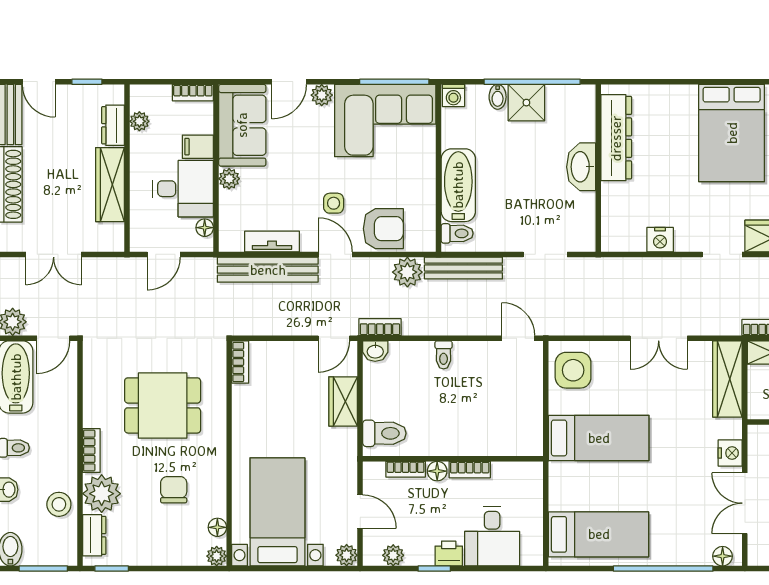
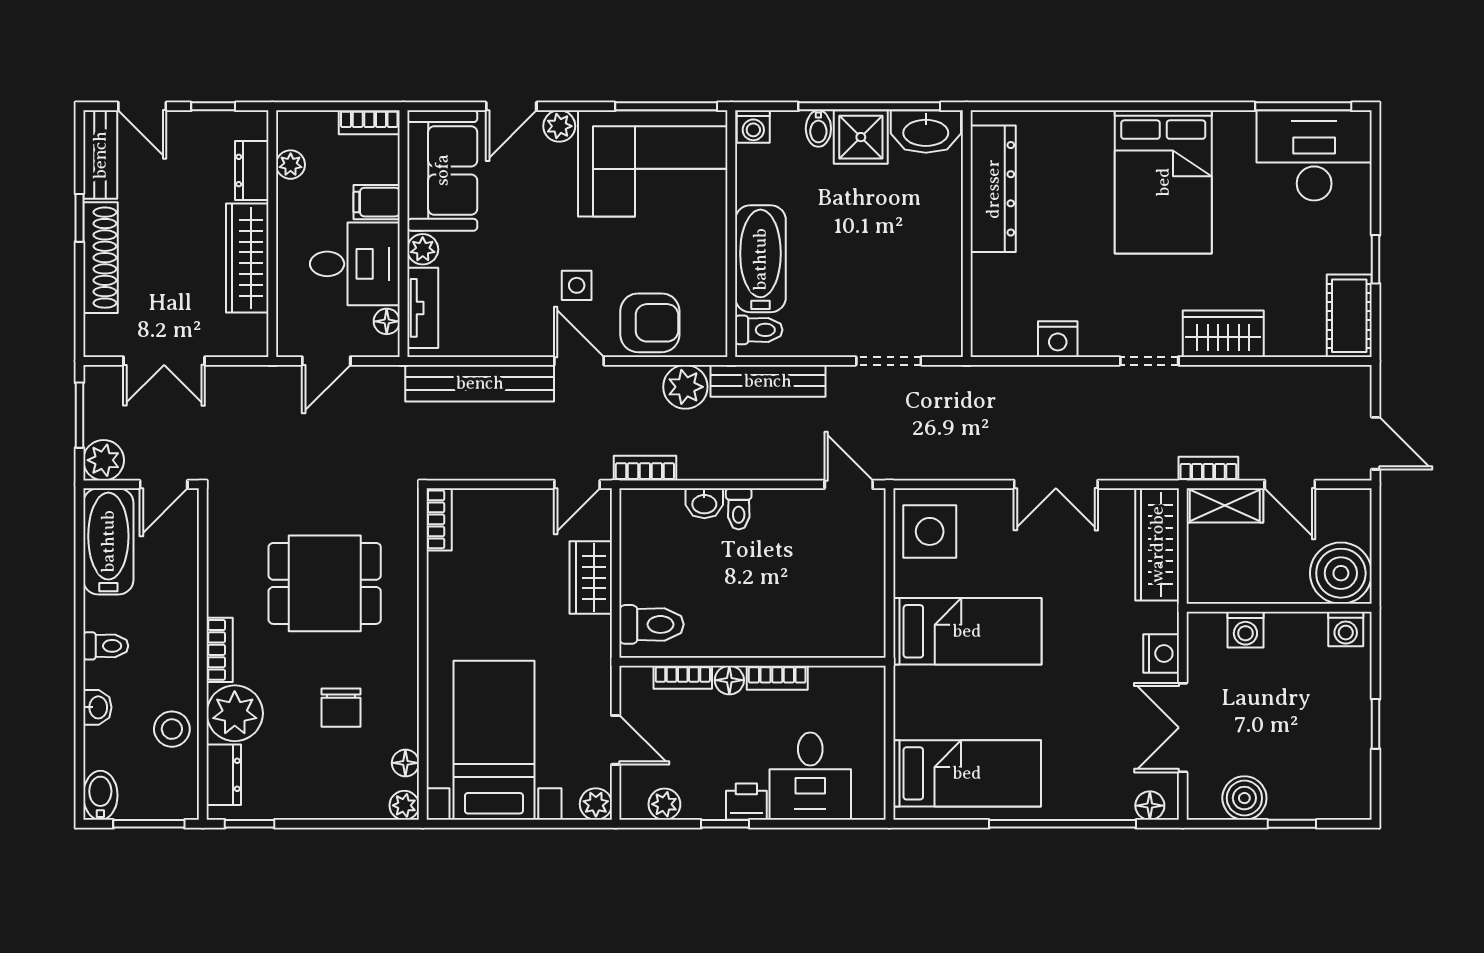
washbasin: (581, 167) -> (926, 132), moved, turned -90
tv unit: (272, 241) -> (423, 308), moved, turned 90
washbasin: (375, 351) -> (704, 503), moved
chair: (174, 490) -> (341, 708), turned 180

